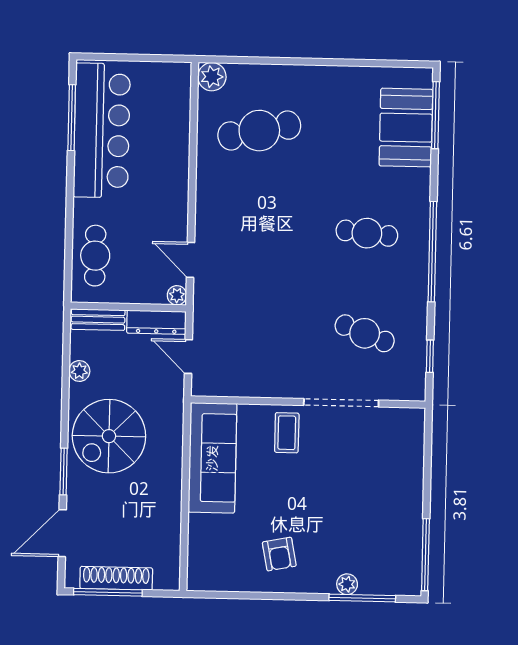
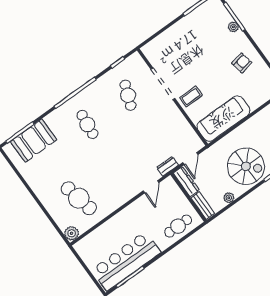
plant: (177, 295) -> (169, 182), removed
dresser: (203, 311) -> (167, 166), added

